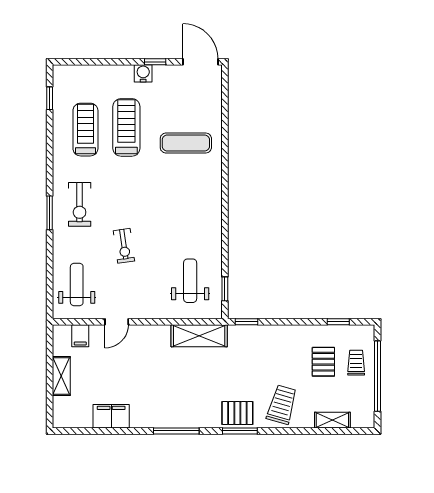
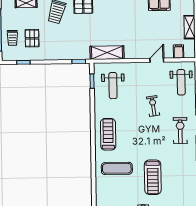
treadmill: (85, 130) -> (108, 134), moved, turned 180

